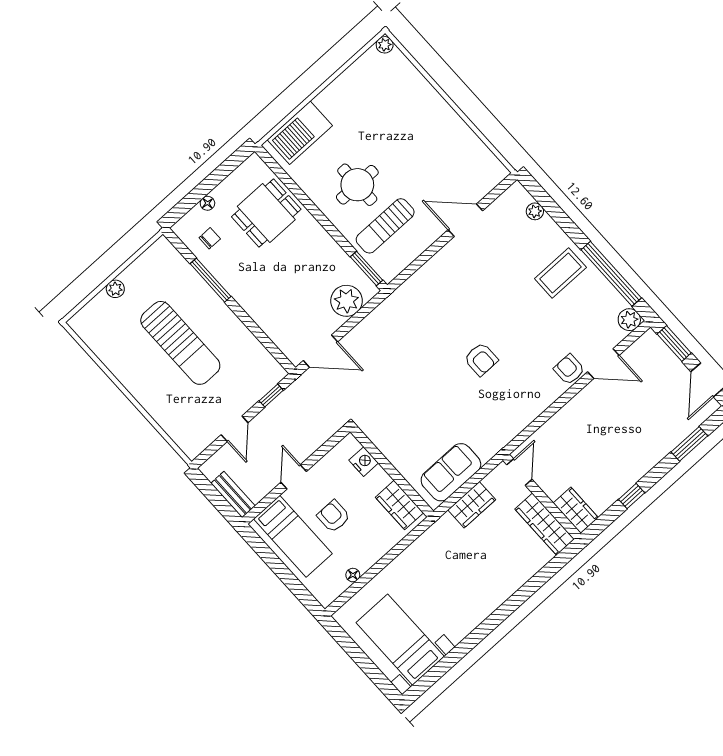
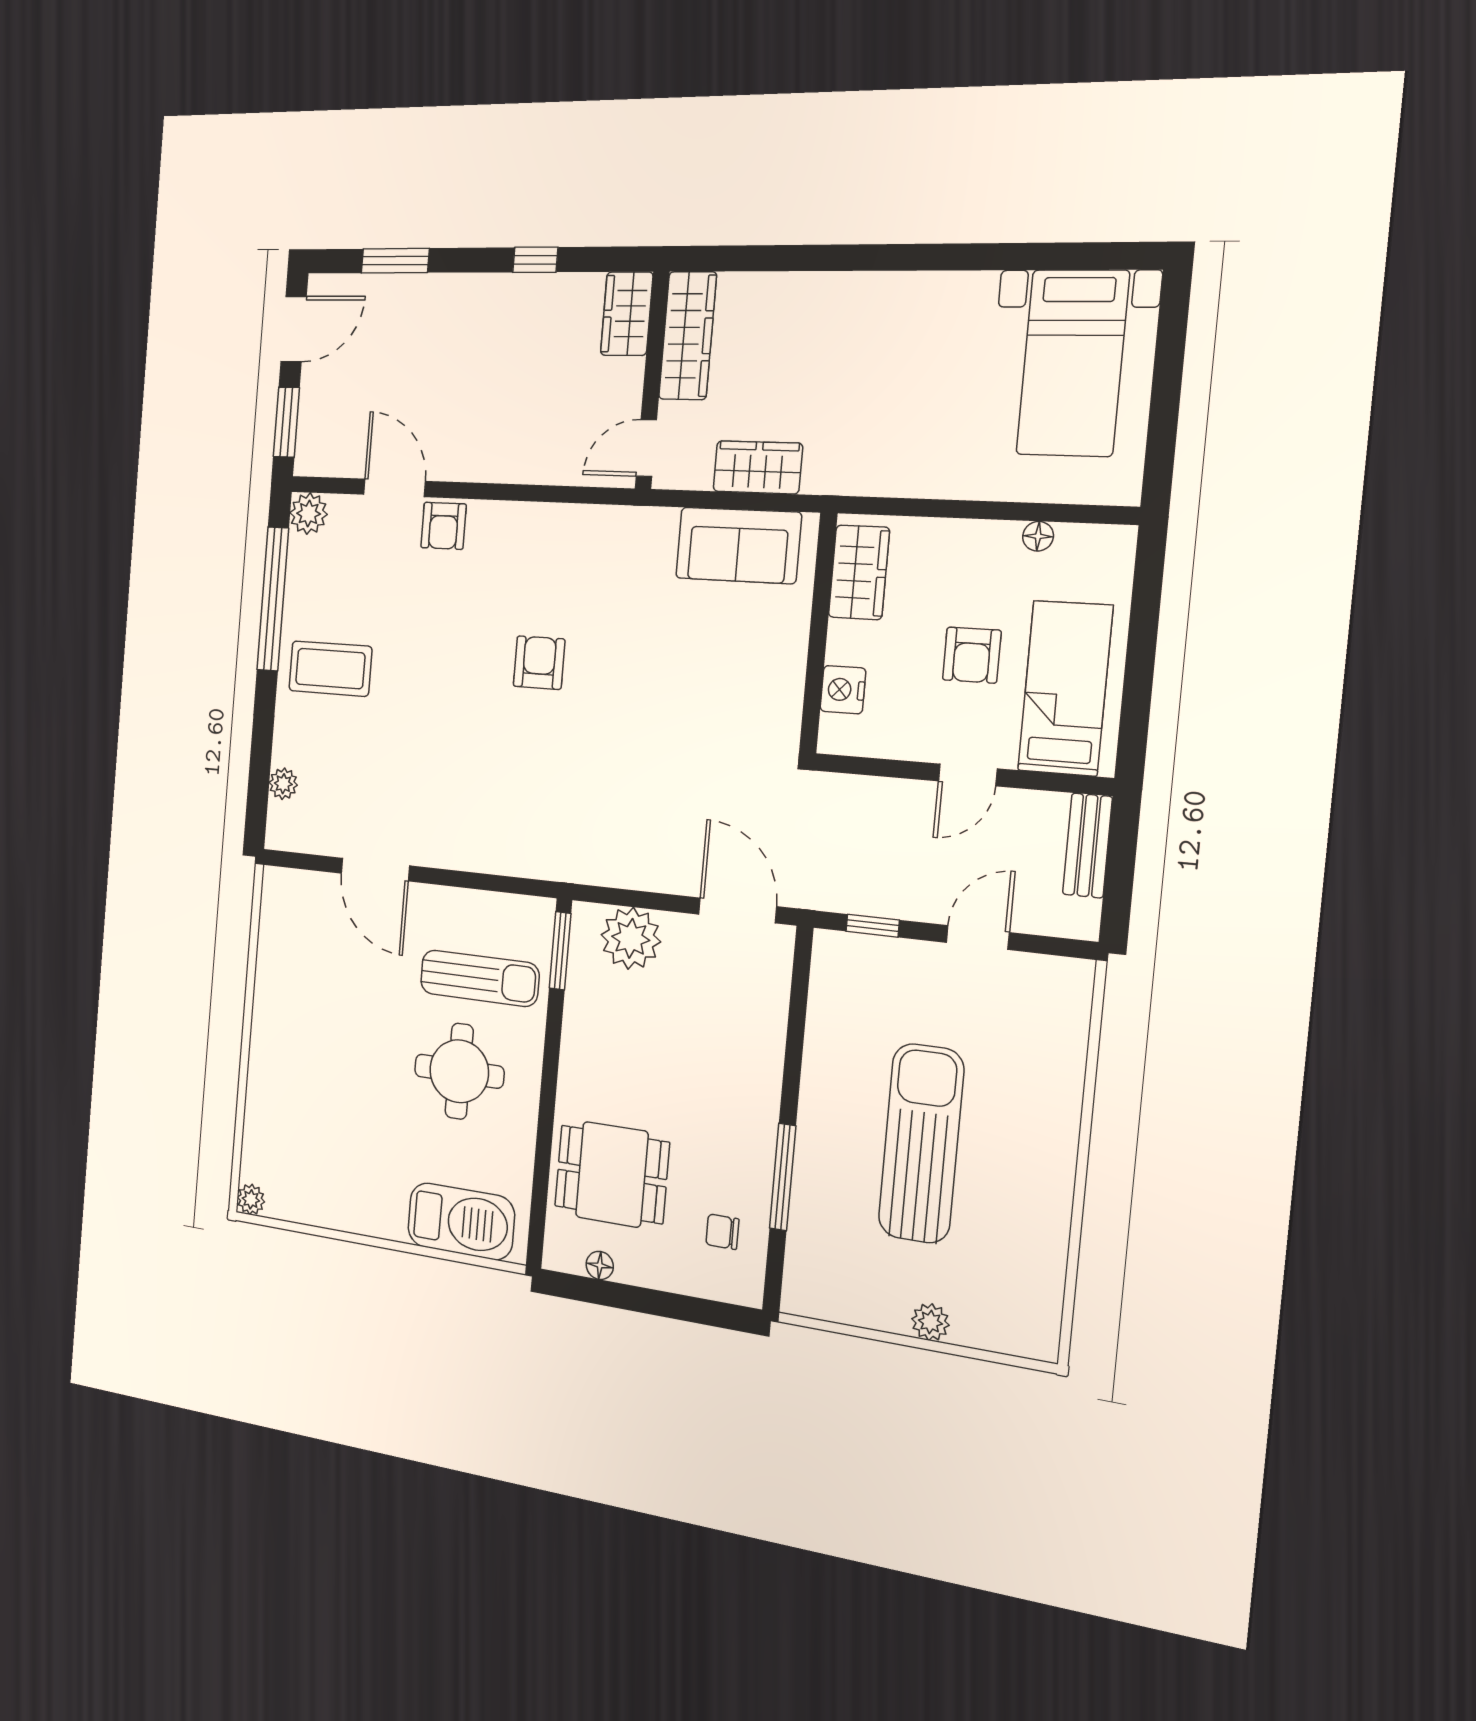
floor lamp: (207, 203) -> (600, 1265), moved

